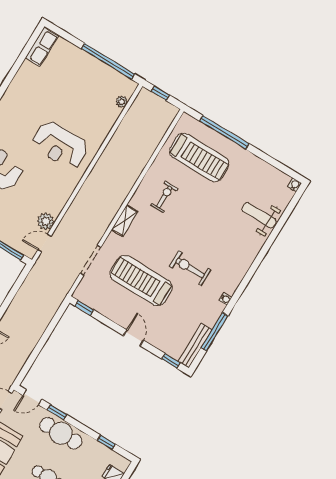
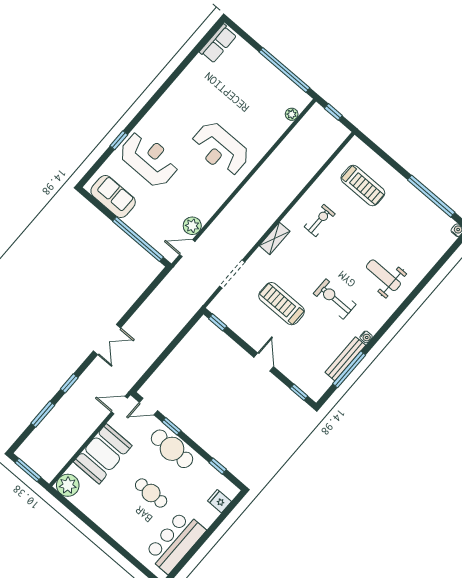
window: (224, 132) -> (431, 196), moved
treadmill: (199, 157) -> (363, 185), width x0.73, depth x0.73
weight bench: (259, 215) -> (383, 275), moved
treadmill: (141, 281) -> (282, 304), width x0.73, depth x0.73
bench: (195, 346) -> (345, 359), moved

